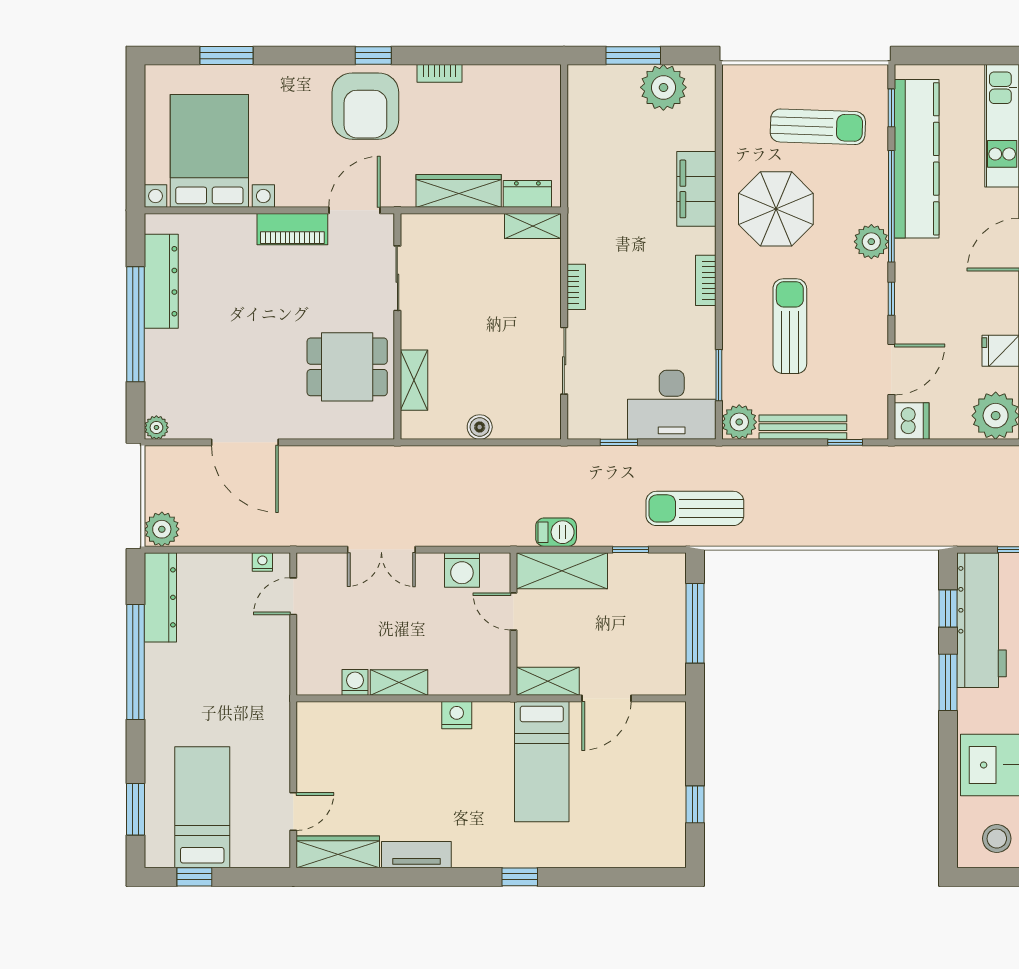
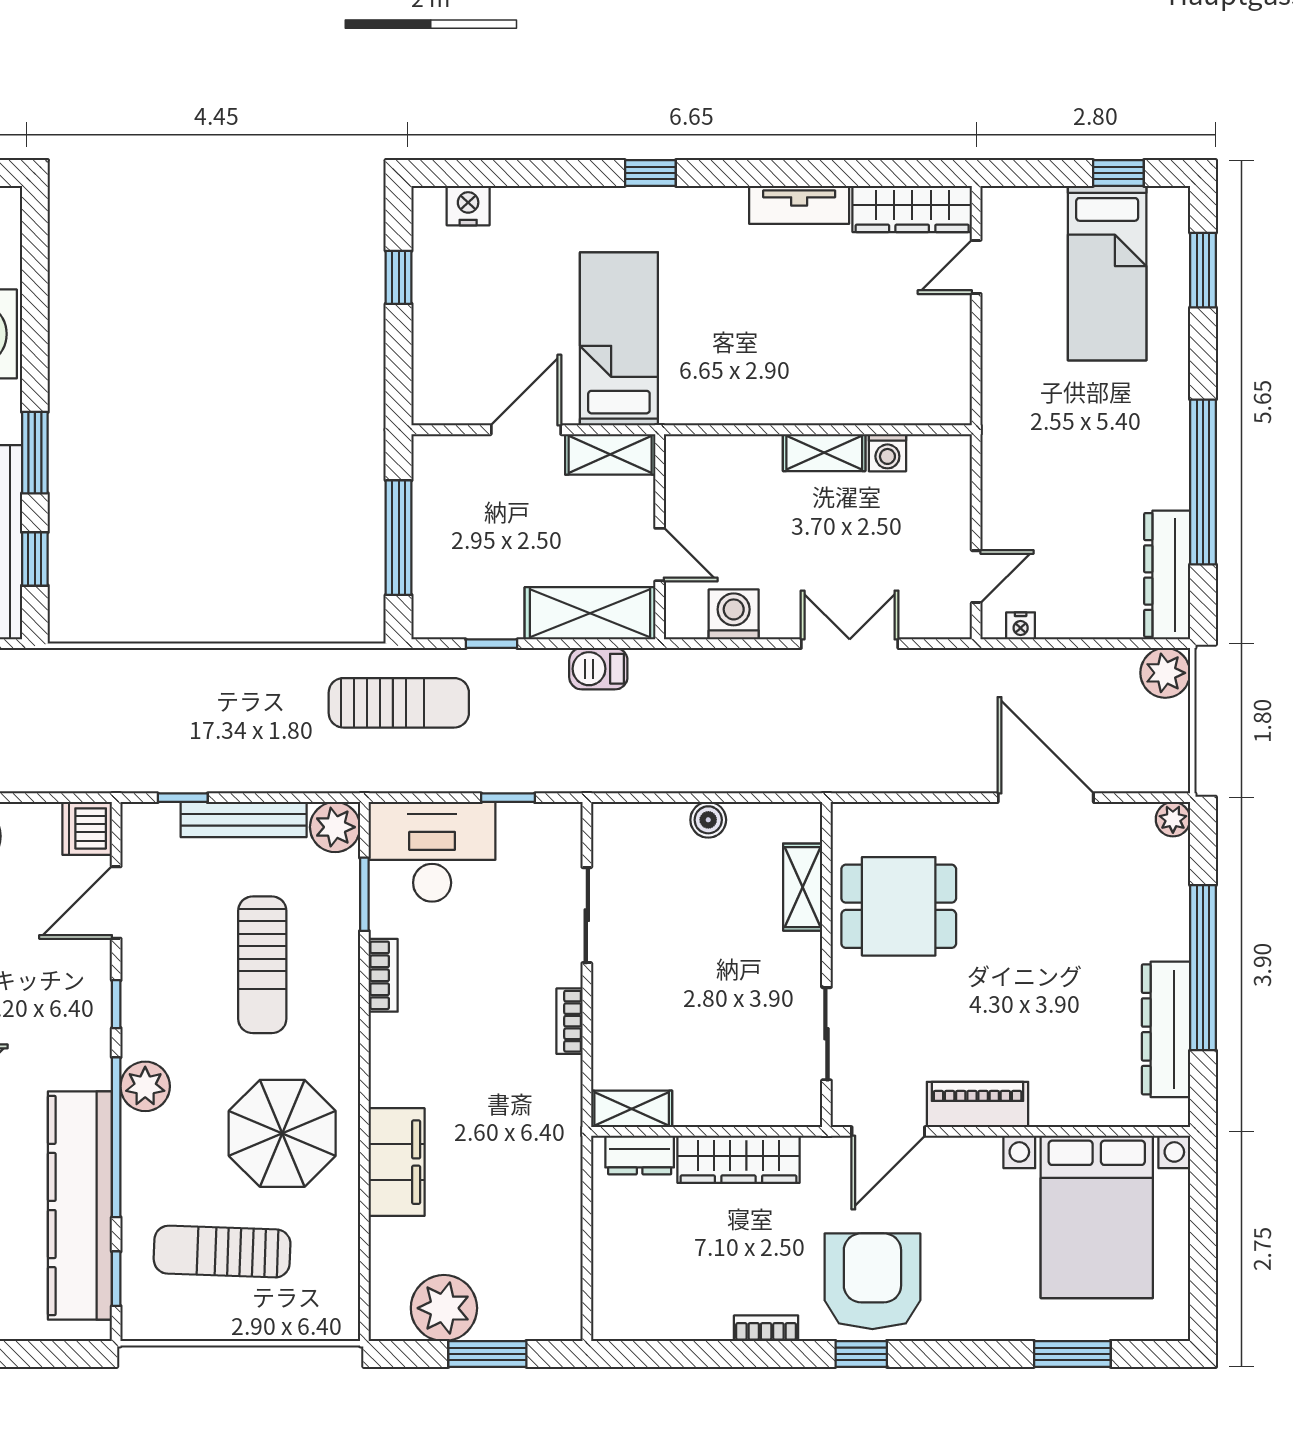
bookcase: (706, 280) -> (383, 975), moved
nightstand: (457, 715) -> (468, 206), moved, turned 180

